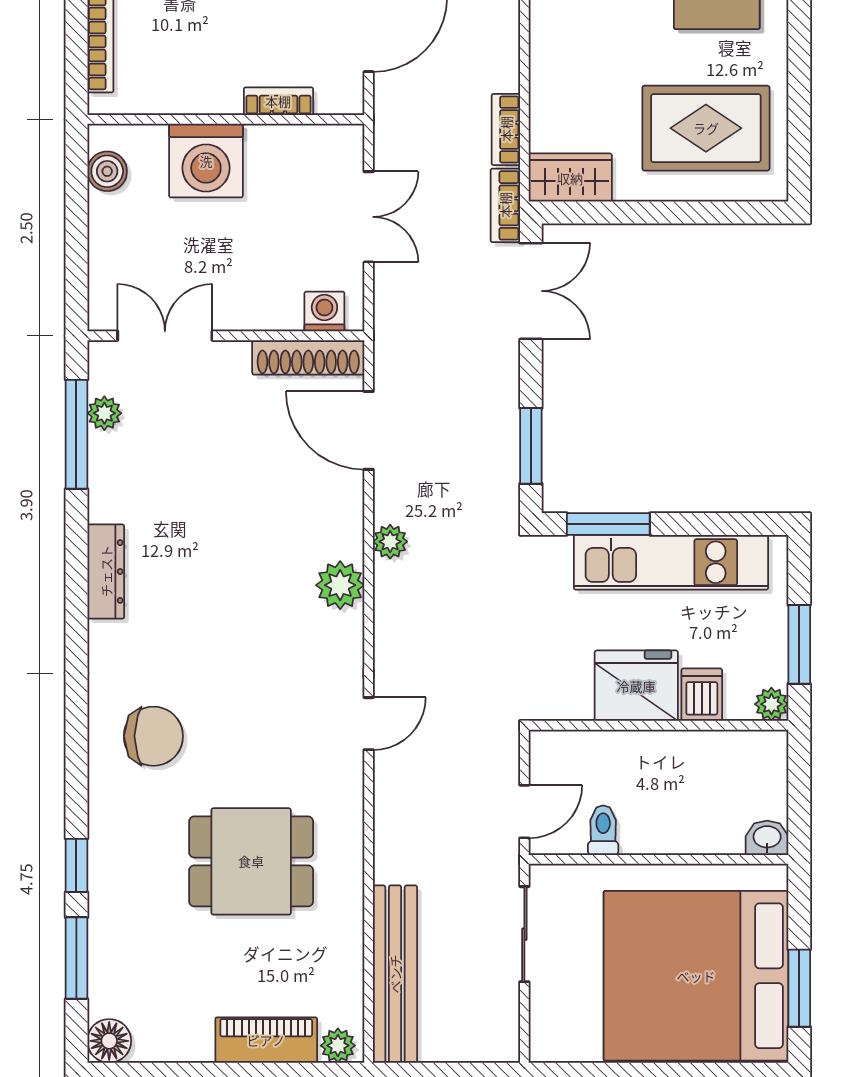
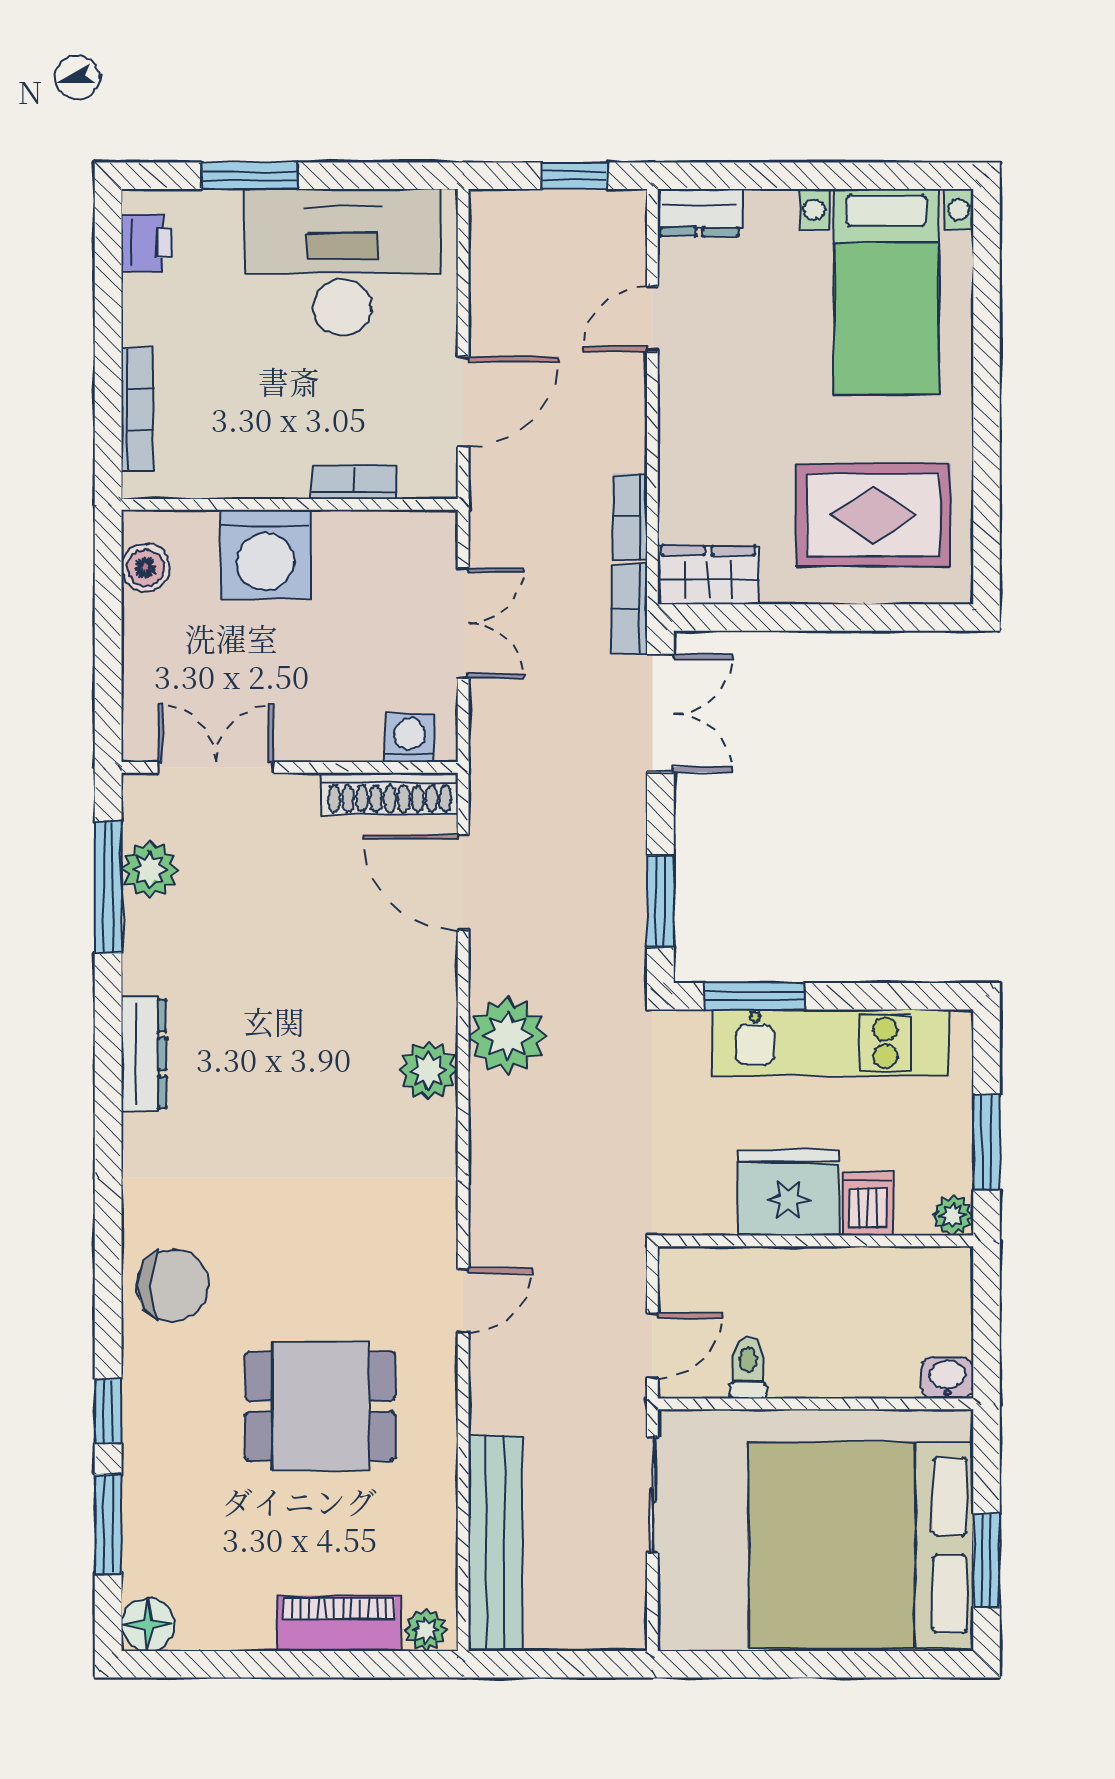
plant: (104, 413) -> (150, 869), width x1.38, depth x1.38
plant: (390, 542) -> (508, 1036), width x1.88, depth x1.88
door: (369, 724) -> (463, 1300), moved
chair: (153, 736) -> (173, 1285), moved

